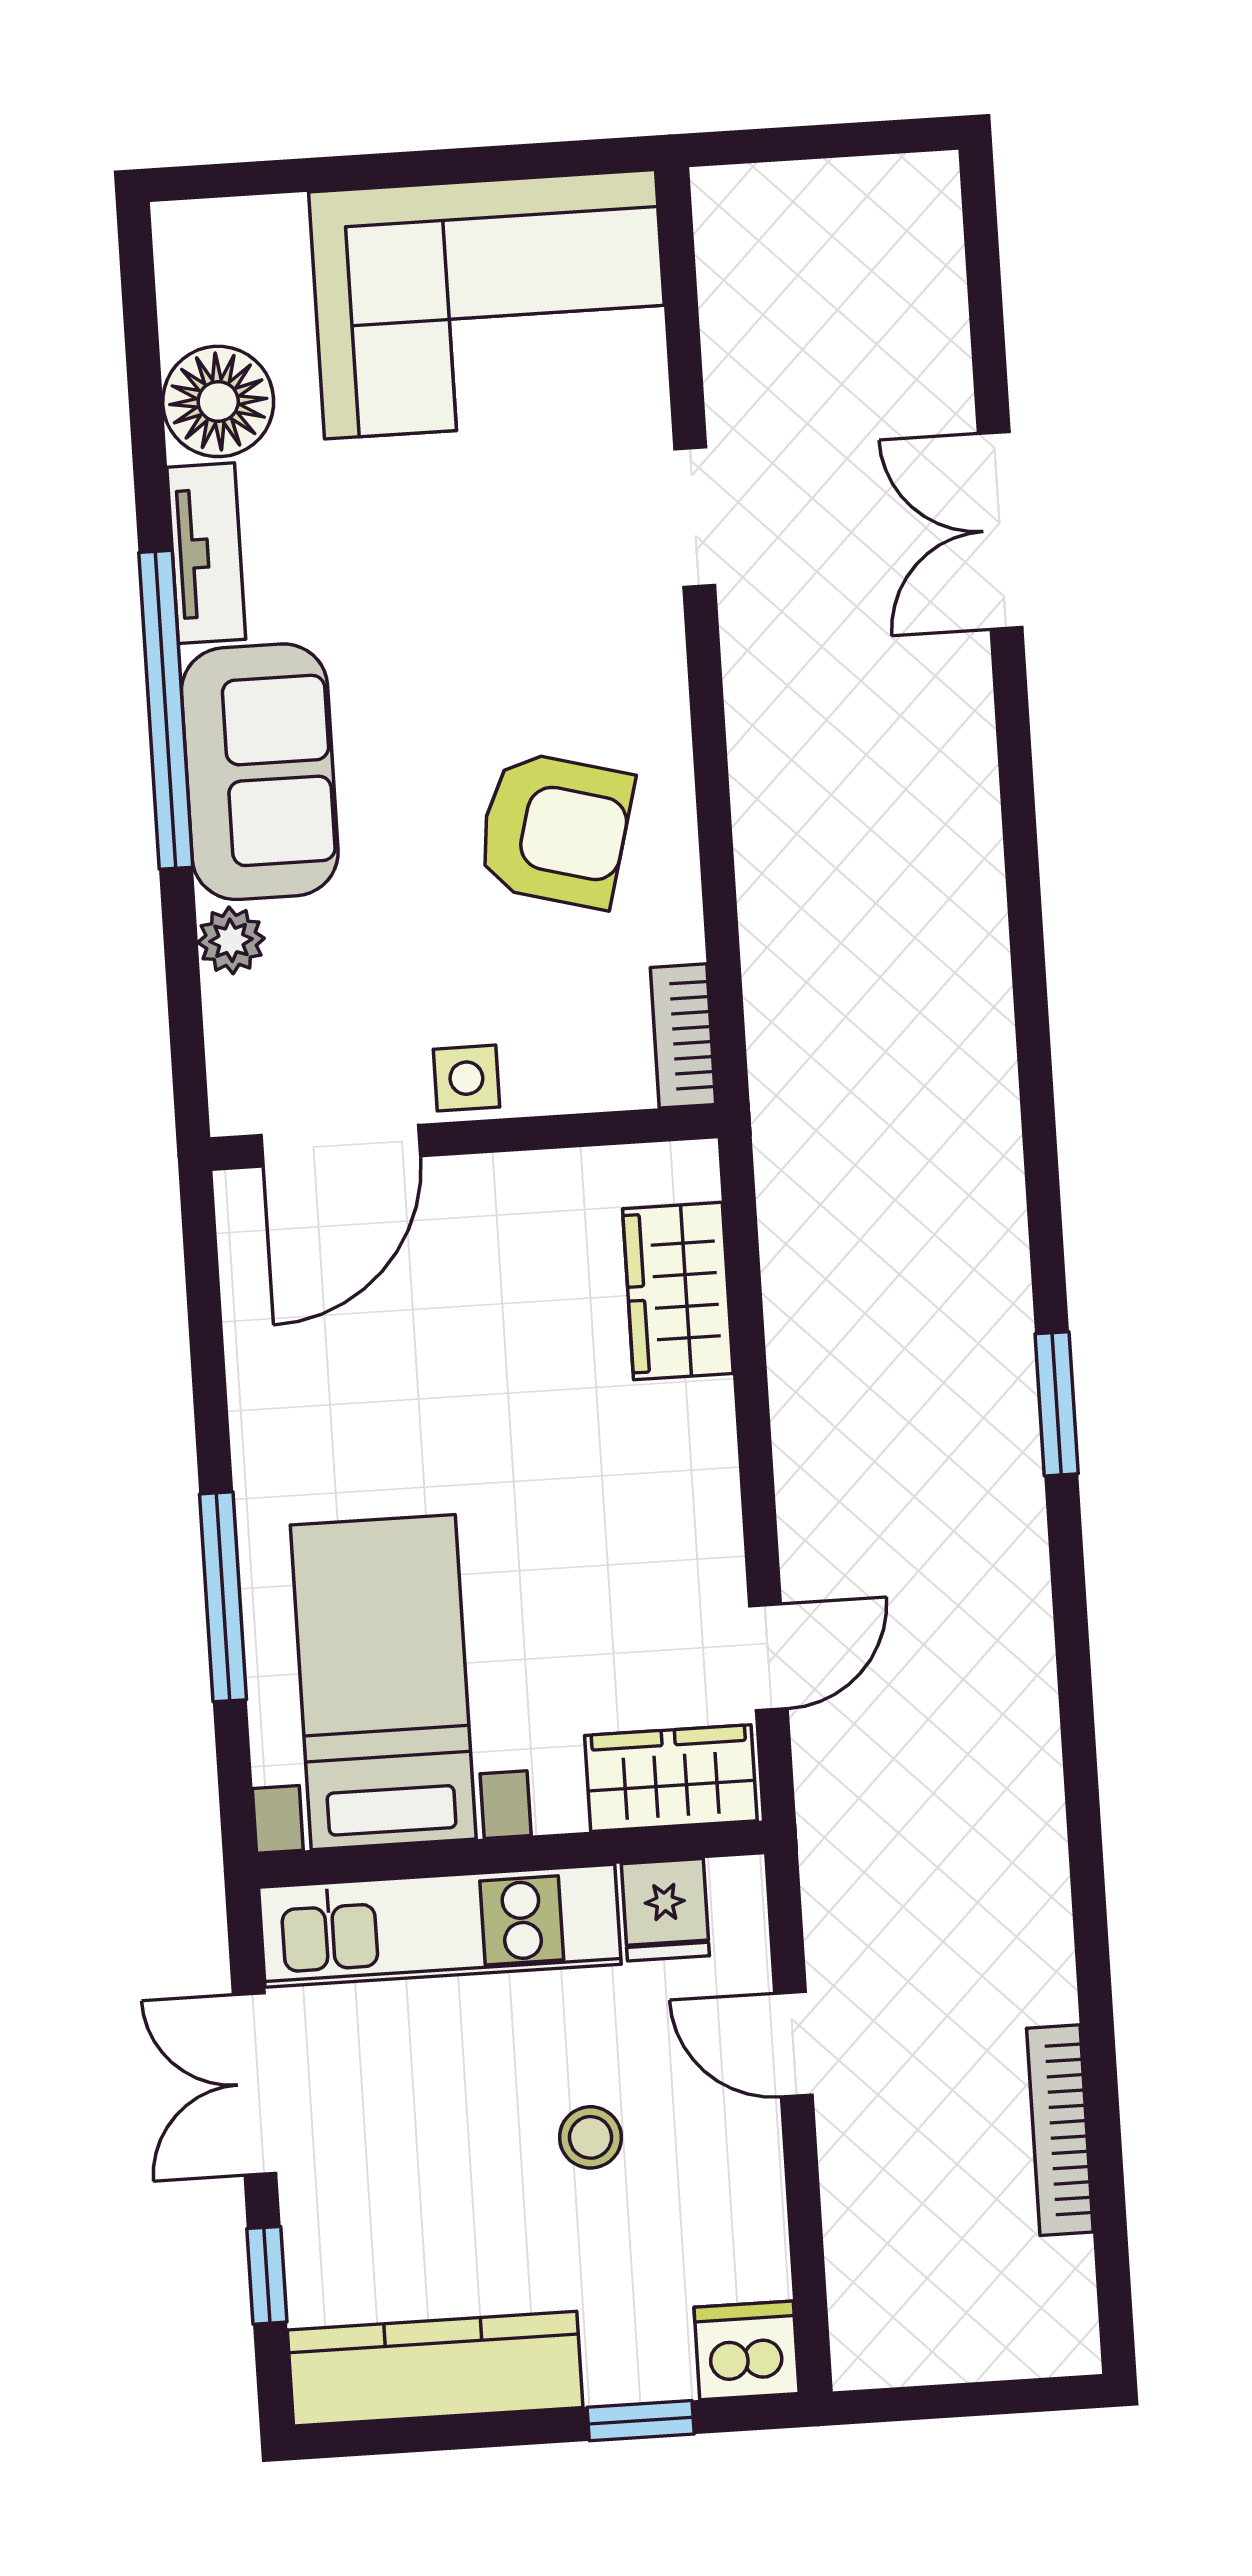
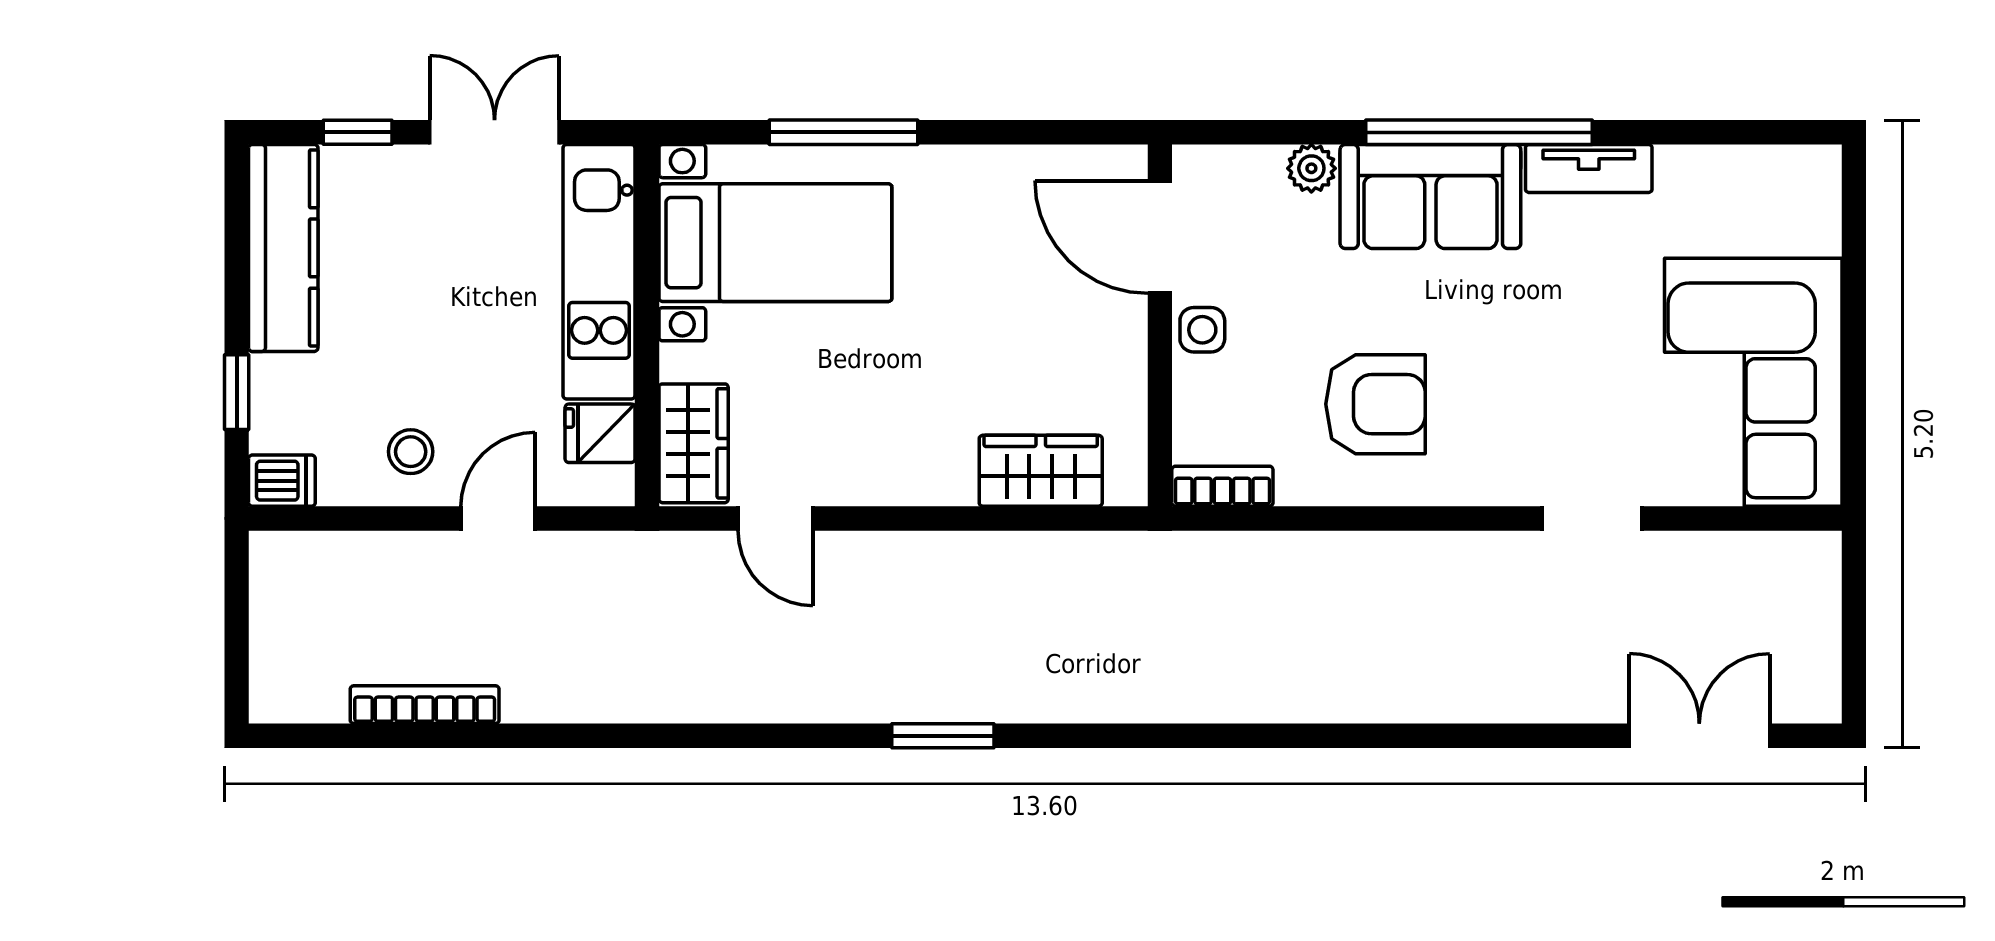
floor lamp: (218, 401) -> (1696, 184), removed
double door: (1000, 531) -> (1699, 736), moved
armchair: (555, 830) -> (1375, 404), turned -105
stool: (590, 2137) -> (411, 452), moved
dishwasher: (747, 2350) -> (282, 481), width x0.73

